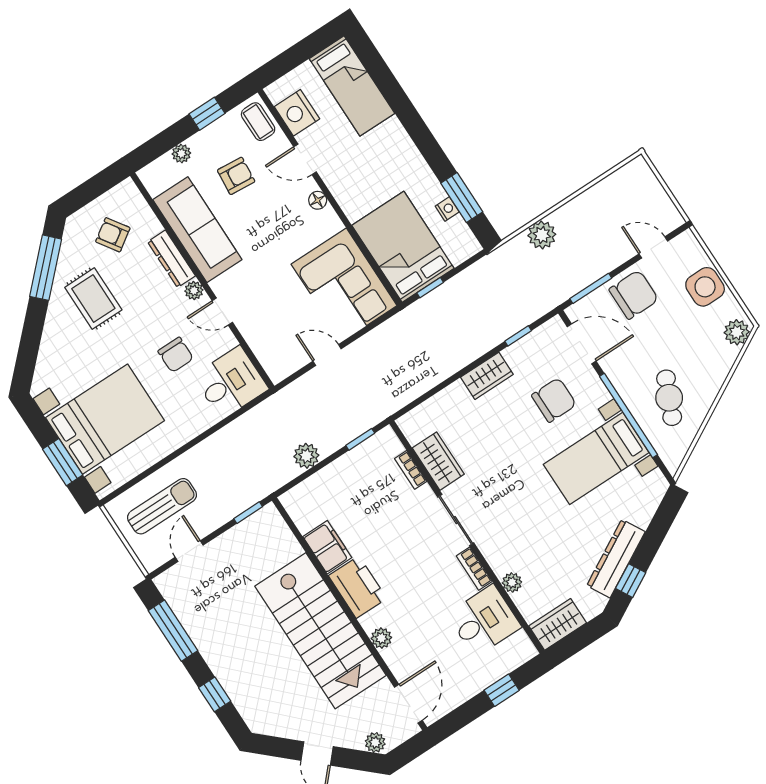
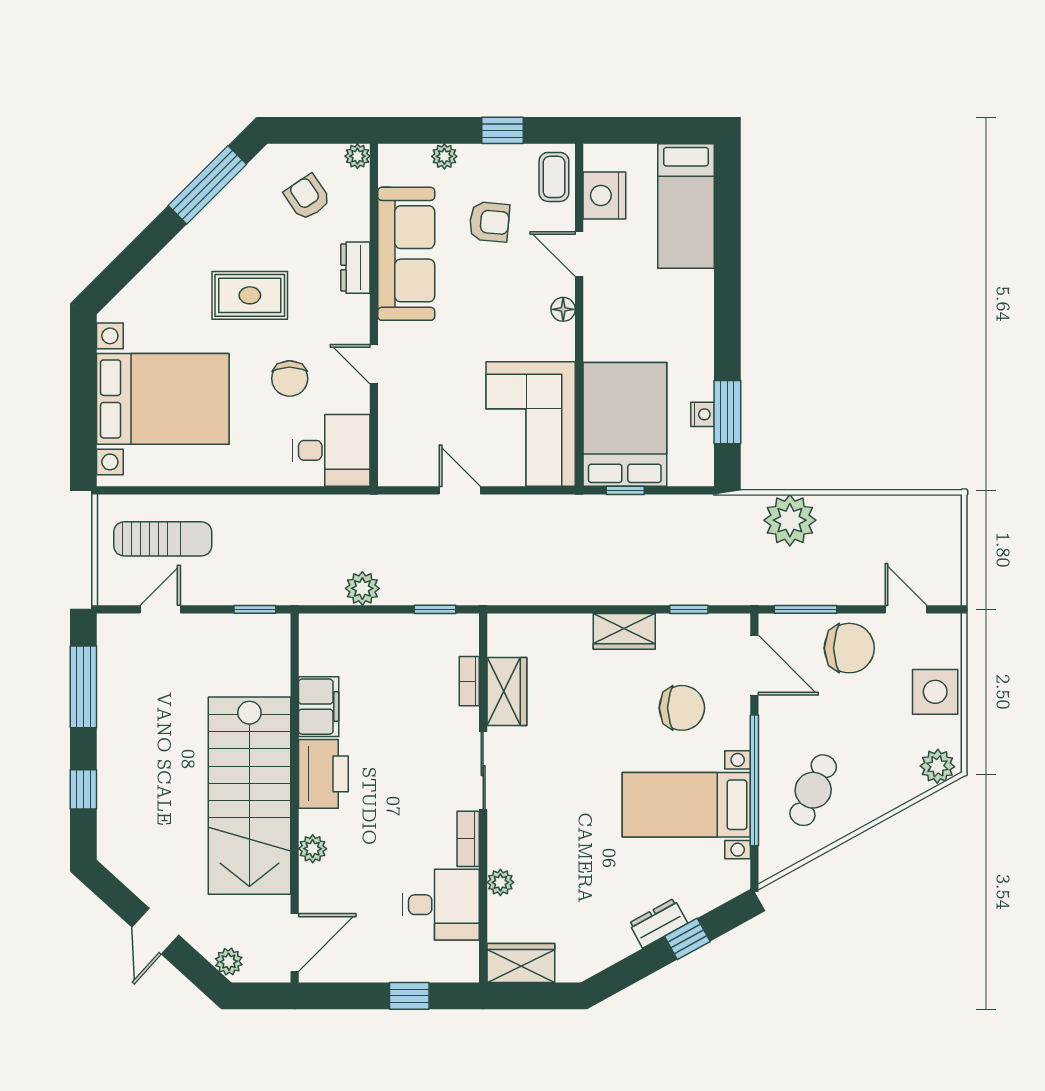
plant: (542, 235) -> (790, 520), width x1.36, depth x1.36
dresser: (171, 259) -> (355, 268), width x0.70
plant: (194, 291) -> (357, 156), moved
rug: (93, 299) -> (250, 295), moved, turned 90
window: (63, 462) -> (83, 416), removed
dresser: (616, 559) -> (658, 923), width x0.51, depth x0.80
window: (631, 581) -> (687, 939), moved

